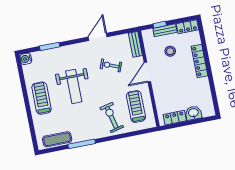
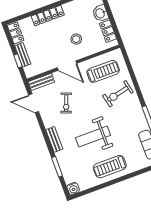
door: (98, 37) -> (34, 103), moved
bench: (77, 48) -> (54, 139), added
stool: (170, 51) -> (76, 39), moved
weight bench: (74, 86) -> (93, 137), turned 180
treadmill: (136, 107) -> (103, 71), turned 180

